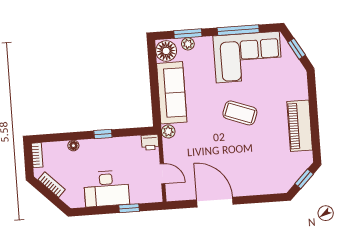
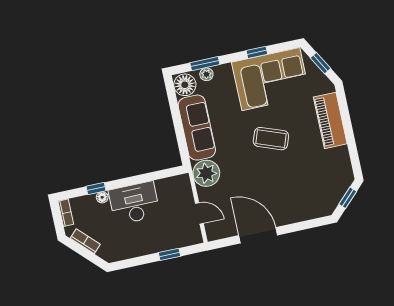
window: (238, 30) -> (257, 52), width x0.46
piano: (300, 126) -> (330, 120), moved
plant: (168, 131) -> (206, 173), width x1.87, depth x1.87
window: (103, 134) -> (96, 188), moved
printer: (150, 142) -> (182, 183), removed
desk: (106, 189) -> (134, 203), moved, turned 180

